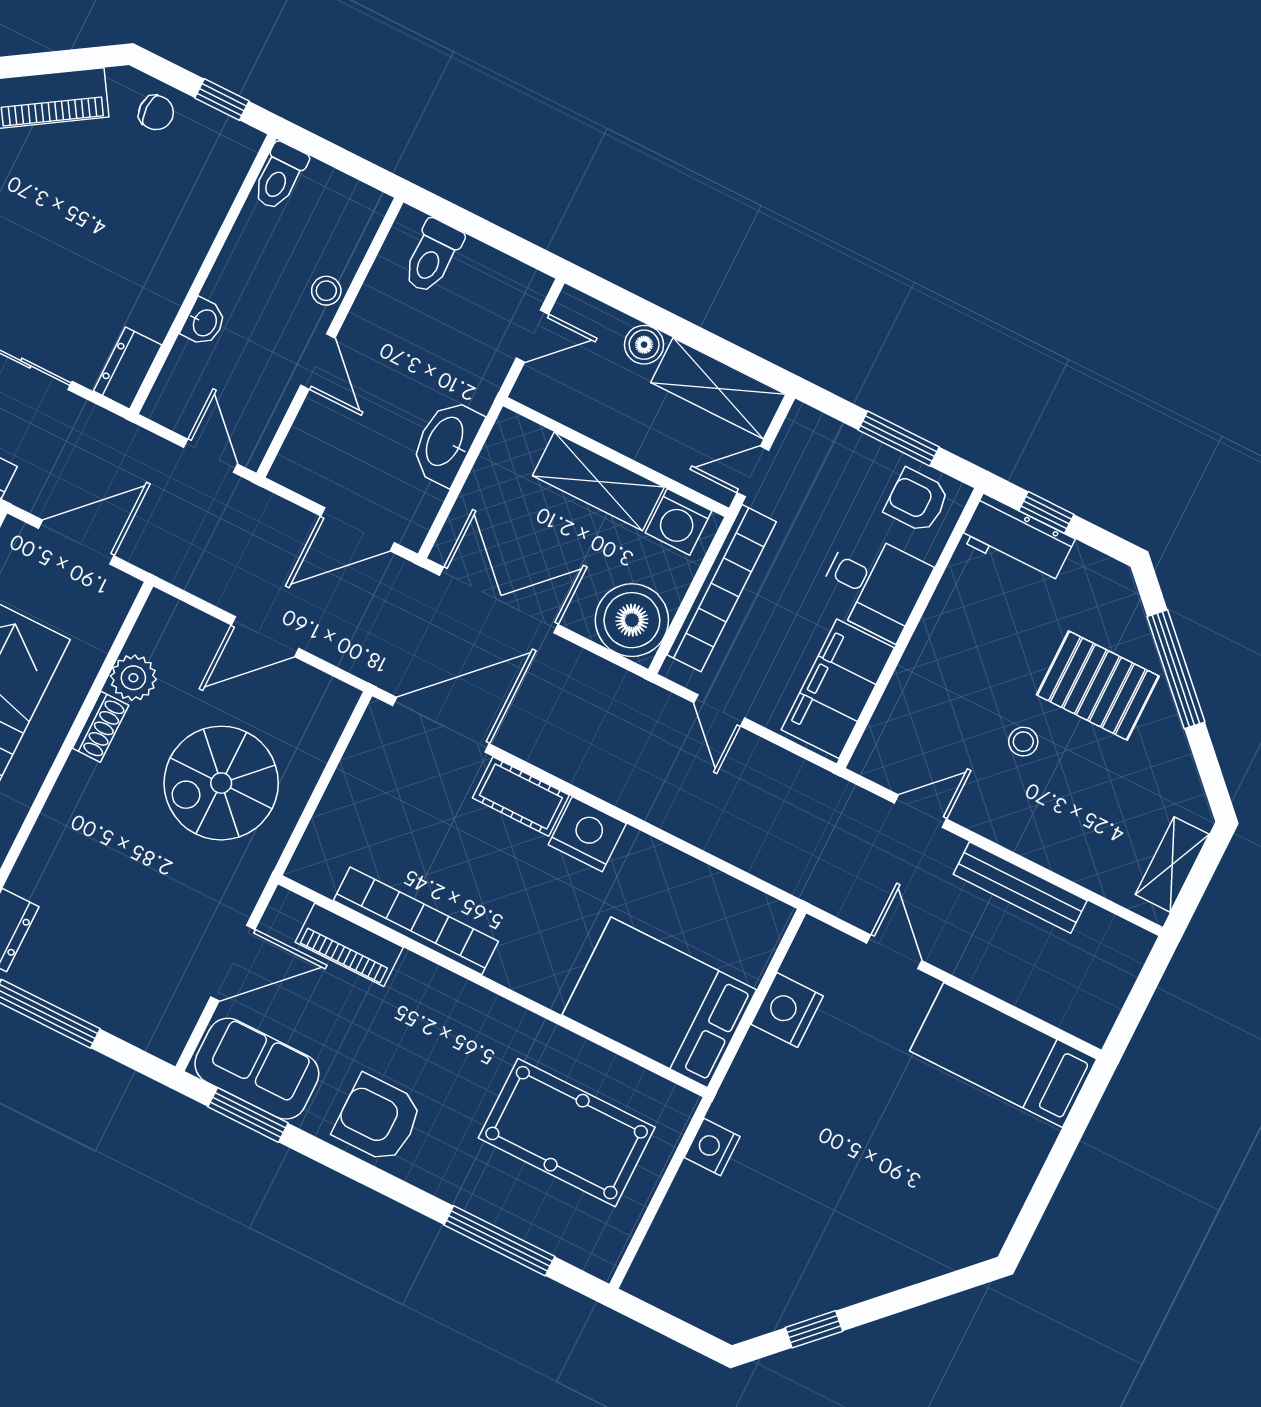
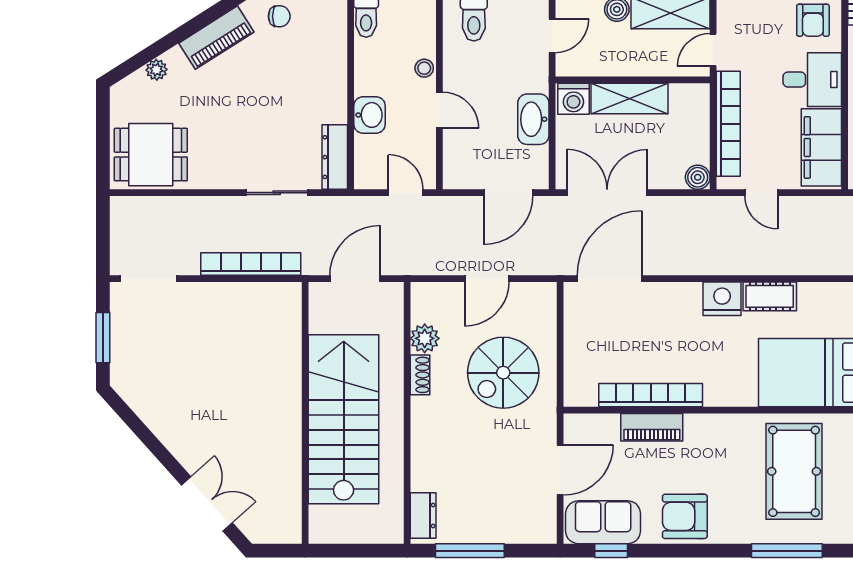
washbasin: (204, 322) -> (369, 115), width x1.38, depth x1.45
dresser: (128, 368) -> (335, 157), width x1.44
armchair: (917, 501) -> (813, 20), turned -90
washing machine: (678, 522) -> (573, 99), moved
boiler: (632, 620) -> (698, 177), width x0.54, depth x0.54
cot: (521, 796) -> (770, 296), moved
piano: (349, 945) -> (652, 427), moved
window: (248, 1115) -> (611, 551), width x0.67
pool table: (567, 1133) -> (794, 471), turned 90

